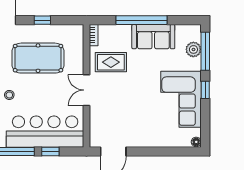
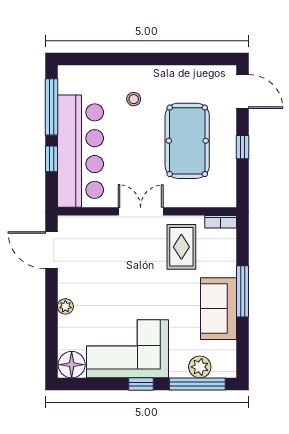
window: (141, 20) -> (243, 291), width x0.68
plant: (152, 142) -> (65, 306), added
floor lamp: (196, 142) -> (72, 365), width x1.89, depth x1.89

